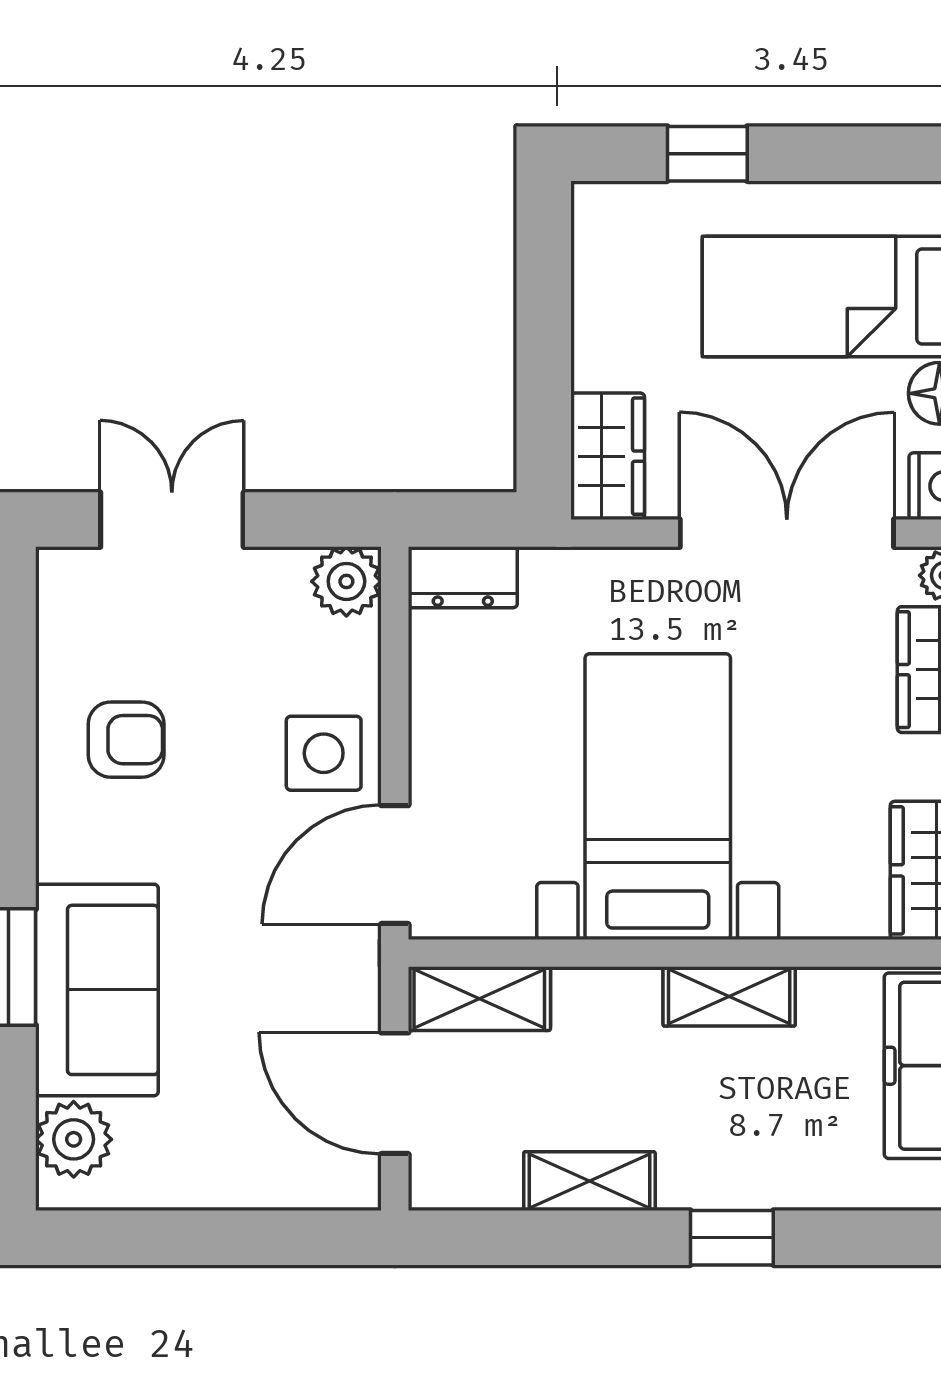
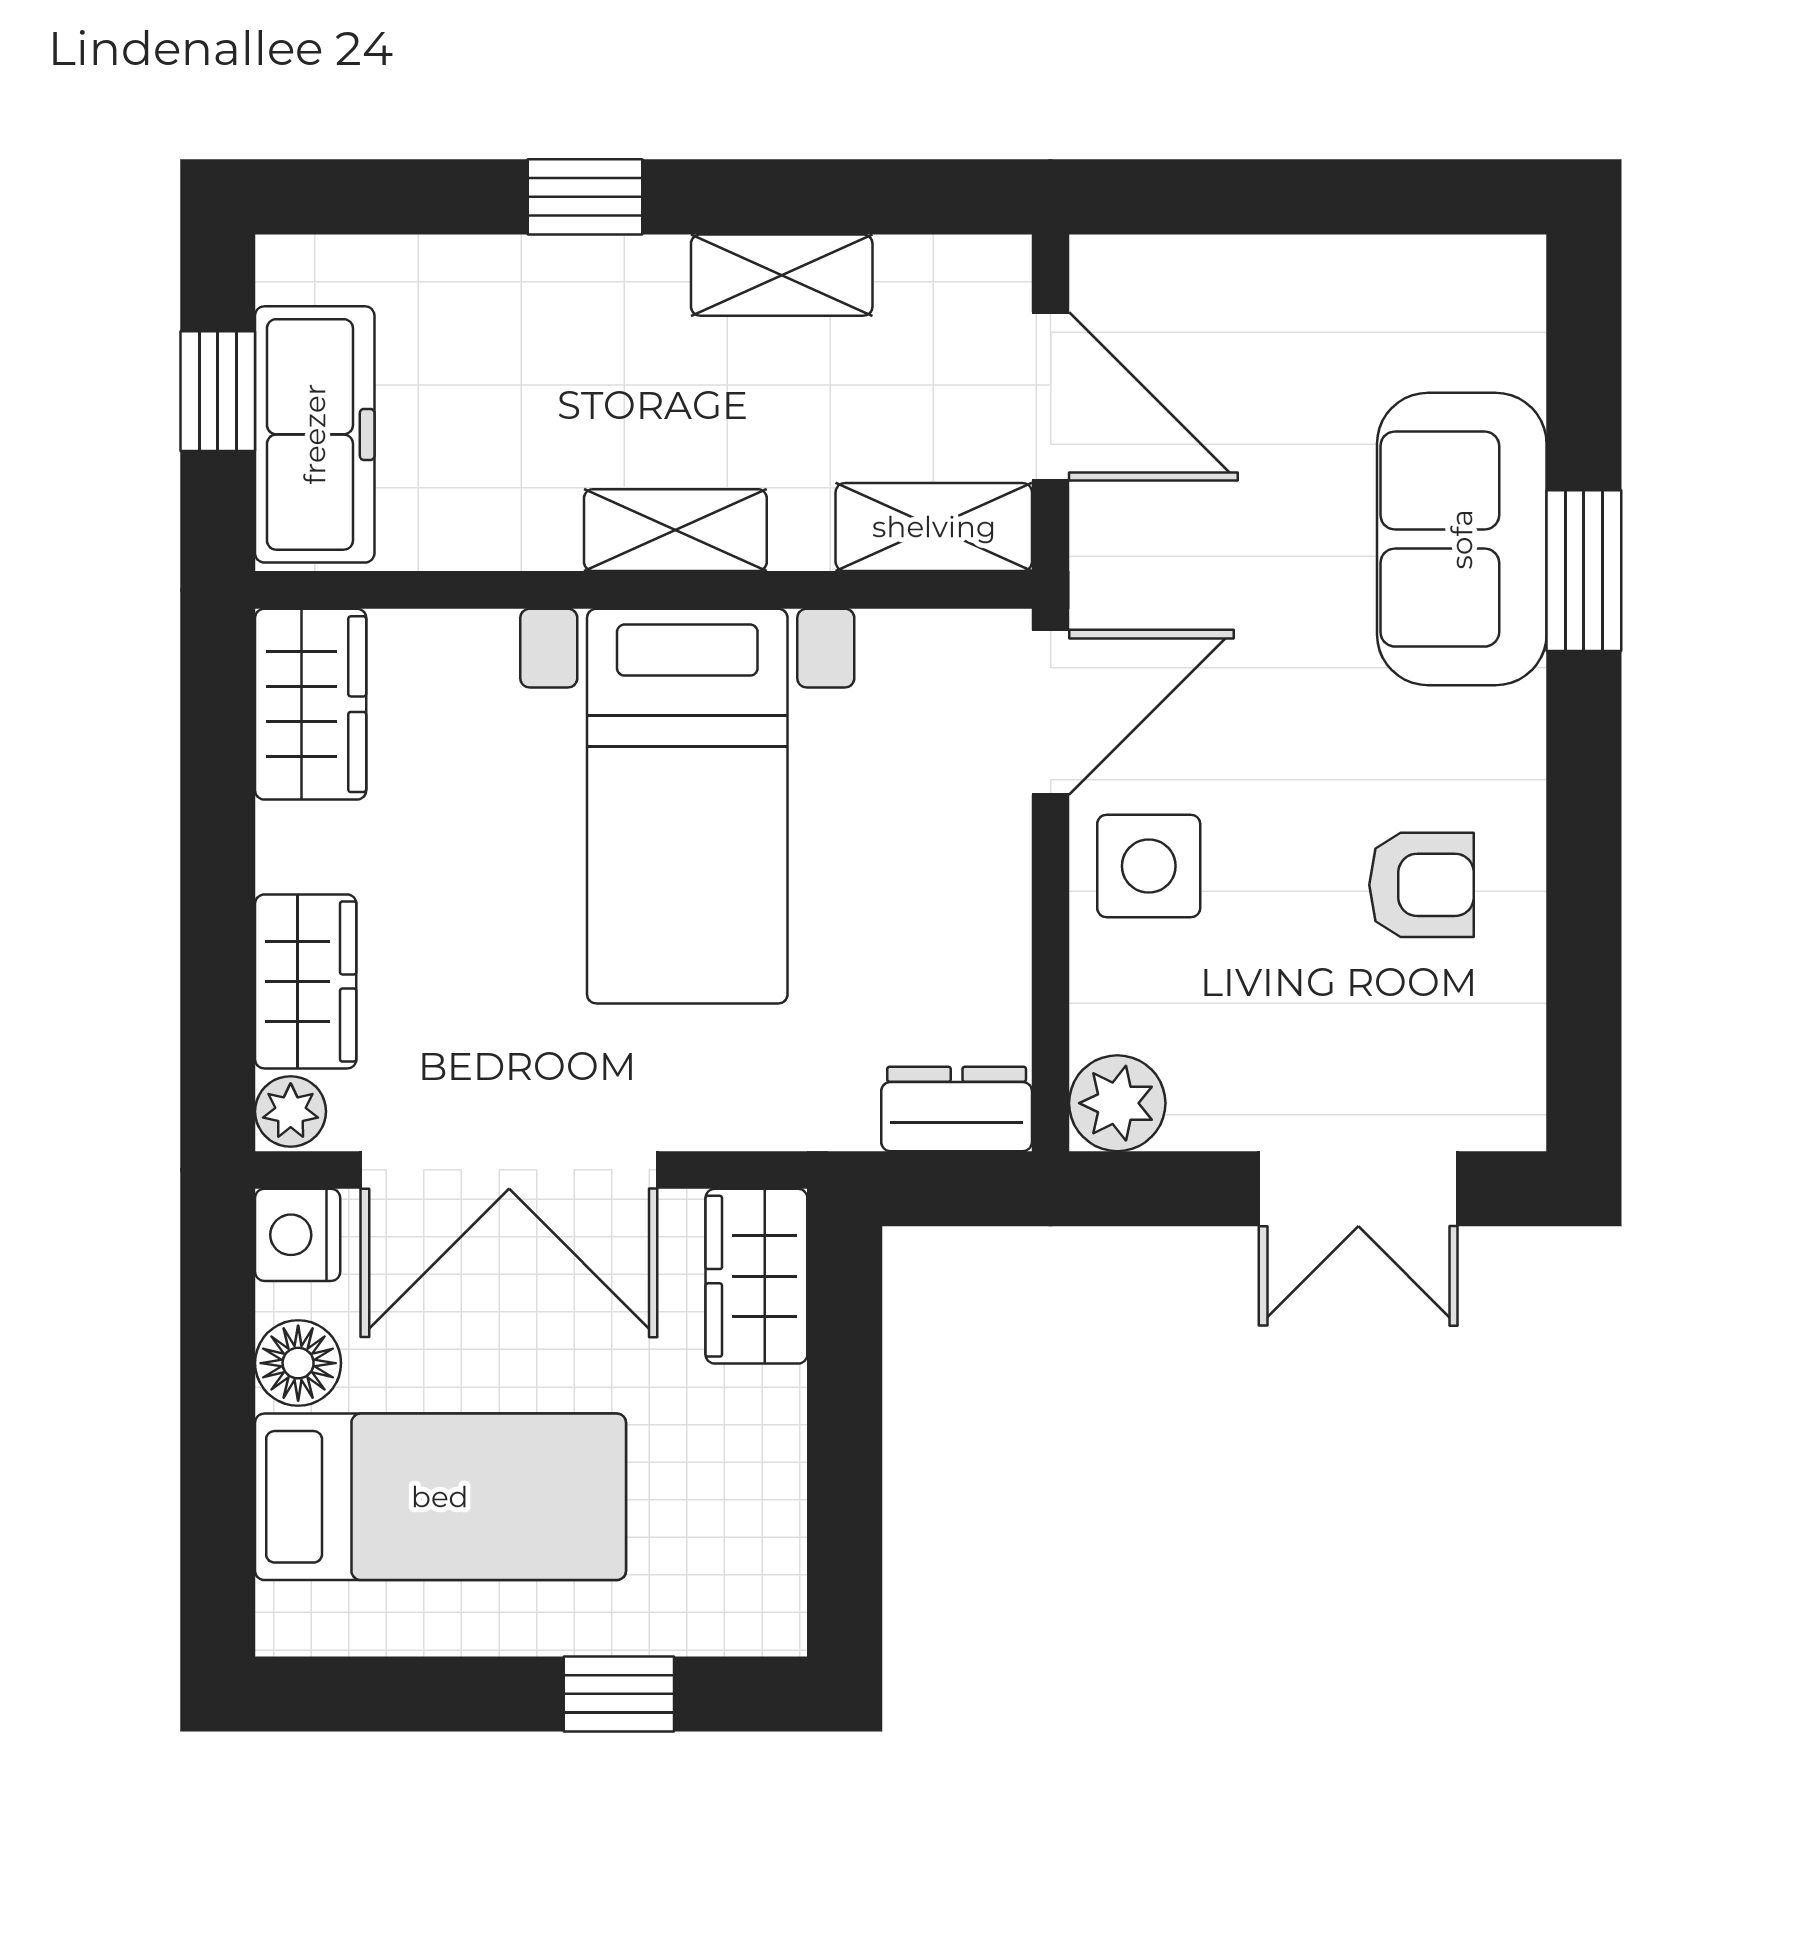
armchair: (126, 740) -> (1421, 885), turned 180
shelving: (729, 996) -> (675, 530), moved
plant: (74, 1139) -> (1494, 333), removed

